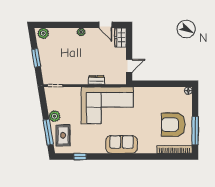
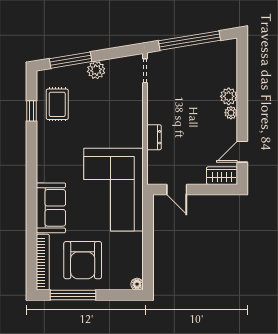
plant: (43, 33) -> (229, 96), moved
window: (36, 58) -> (189, 41), width x2.11
corner sofa: (107, 105) -> (114, 190), moved
armchair: (173, 125) -> (83, 260), turned 180
rug: (63, 135) -> (57, 104), moved, turned 90
sofa: (122, 144) -> (51, 208), moved

